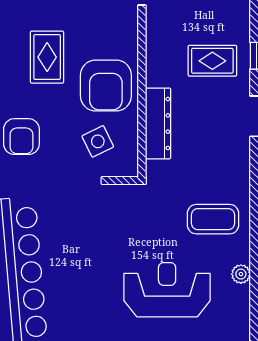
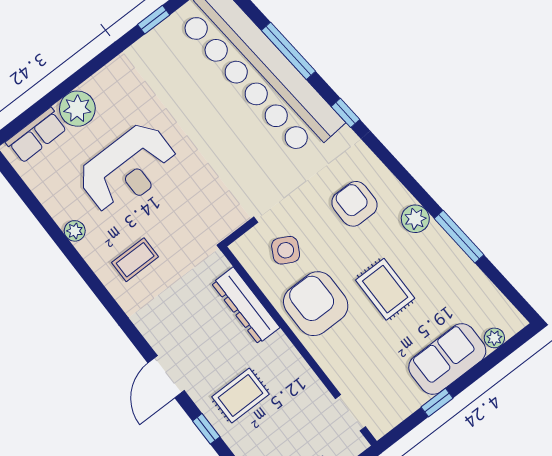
side table: (98, 141) -> (286, 250), turned -36
coffee table: (213, 219) -> (135, 260), width x0.73, depth x0.77

